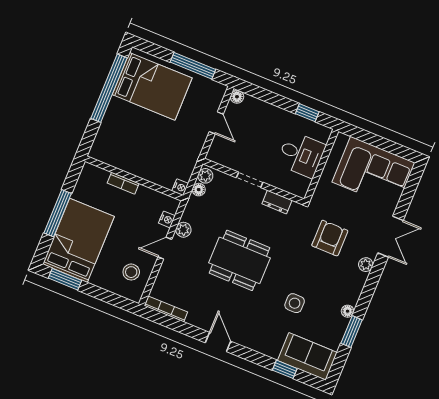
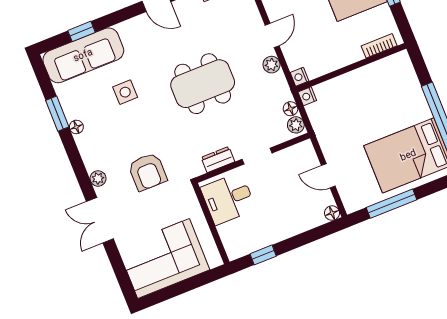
desk: (301, 154) -> (228, 198), moved
bookcase: (123, 183) -> (379, 46), moved
nightstand: (167, 219) -> (299, 77), moved
sofa: (307, 356) -> (83, 55), width x1.36

